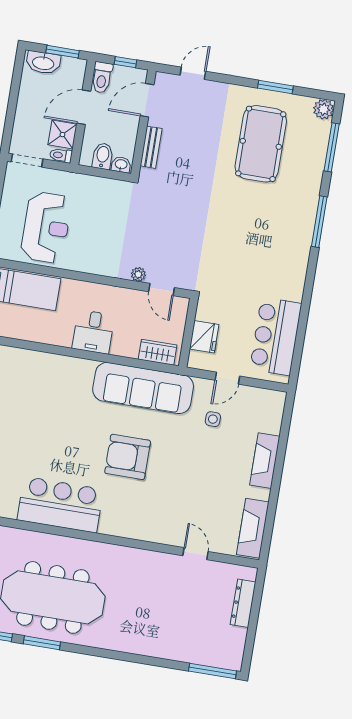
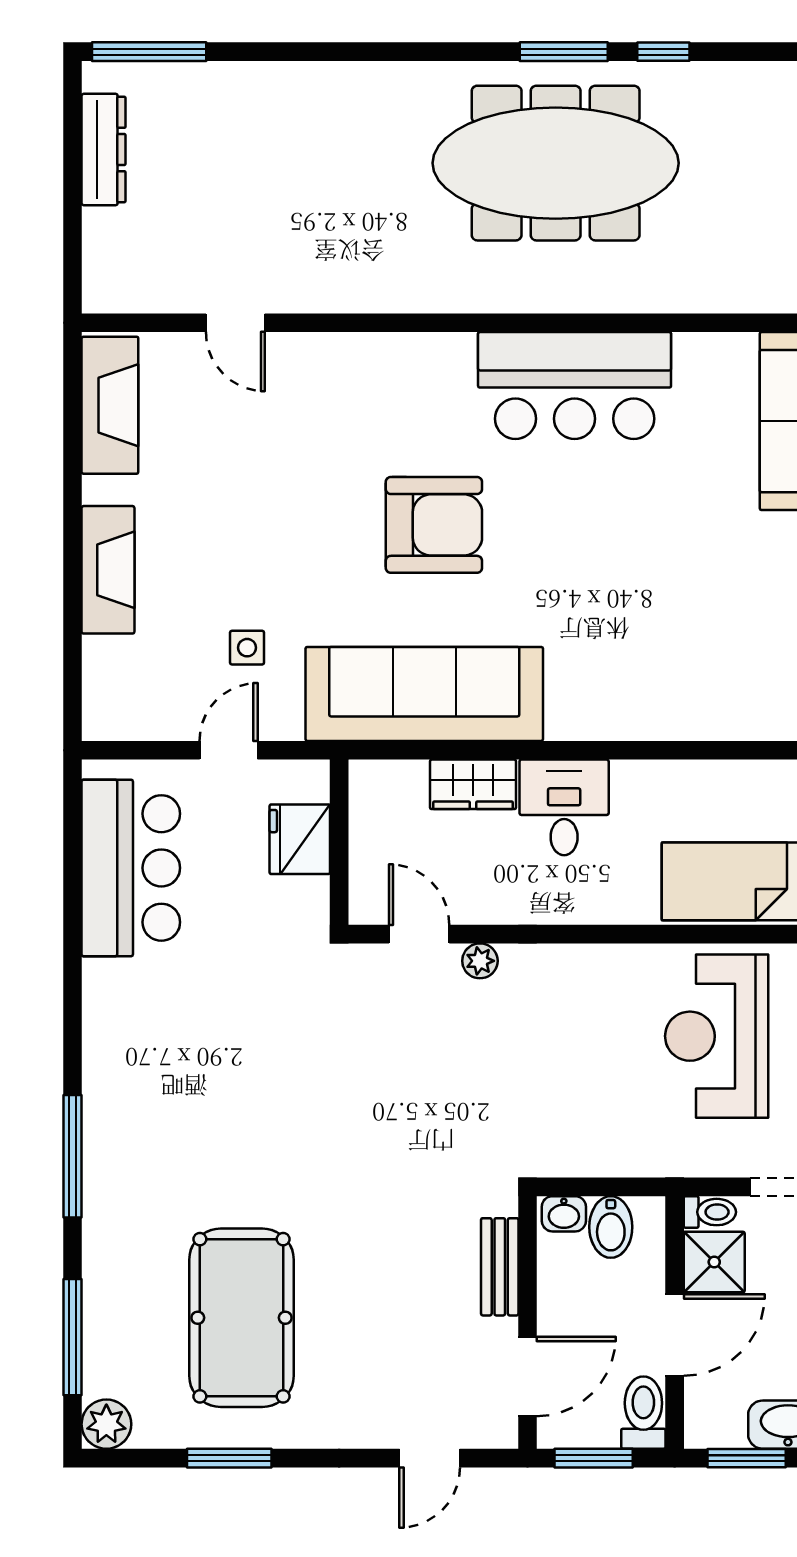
window: (125, 62) -> (594, 1458), width x1.50
wardrobe: (158, 352) -> (473, 784), moved
dresser: (243, 603) -> (104, 149), moved

